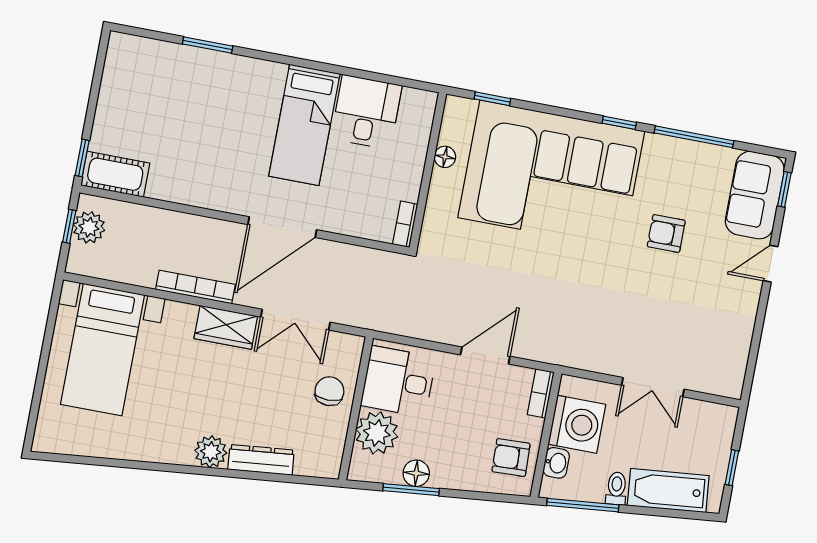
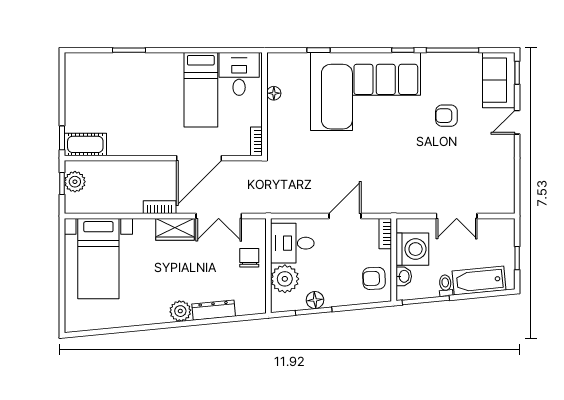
floor lamp: (445, 157) -> (274, 93), moved
wall: (428, 171) -> (265, 104), moved
bookcase: (405, 224) -> (256, 141), moved
bookcase: (195, 287) -> (160, 207), width x0.64

